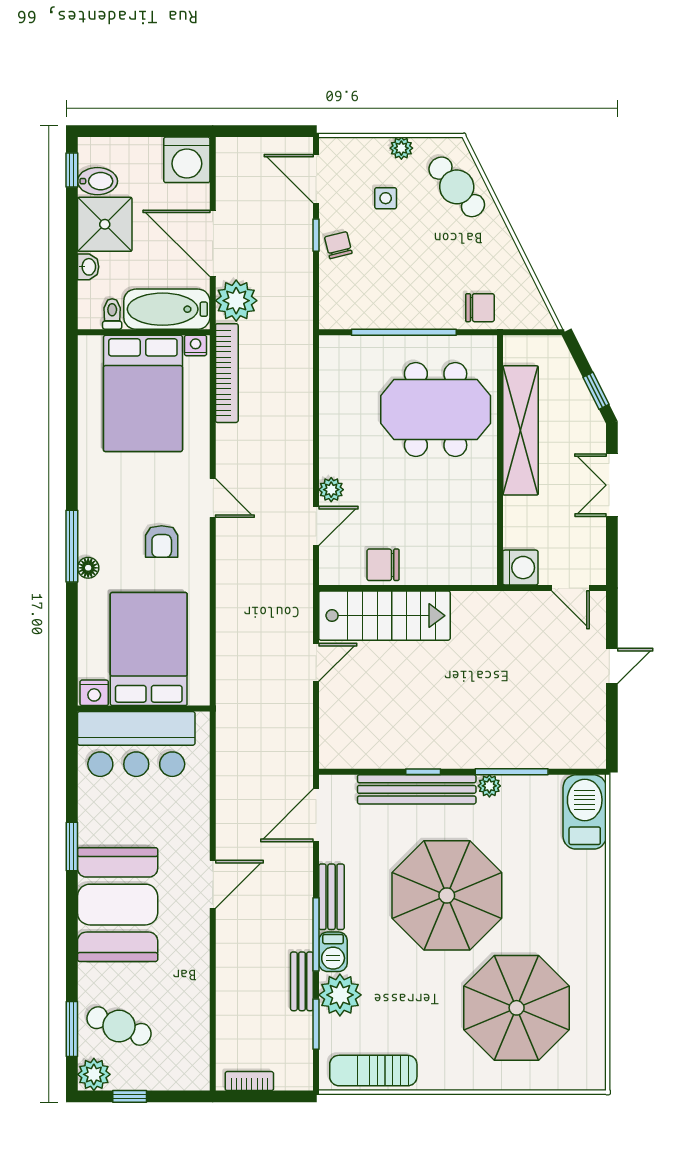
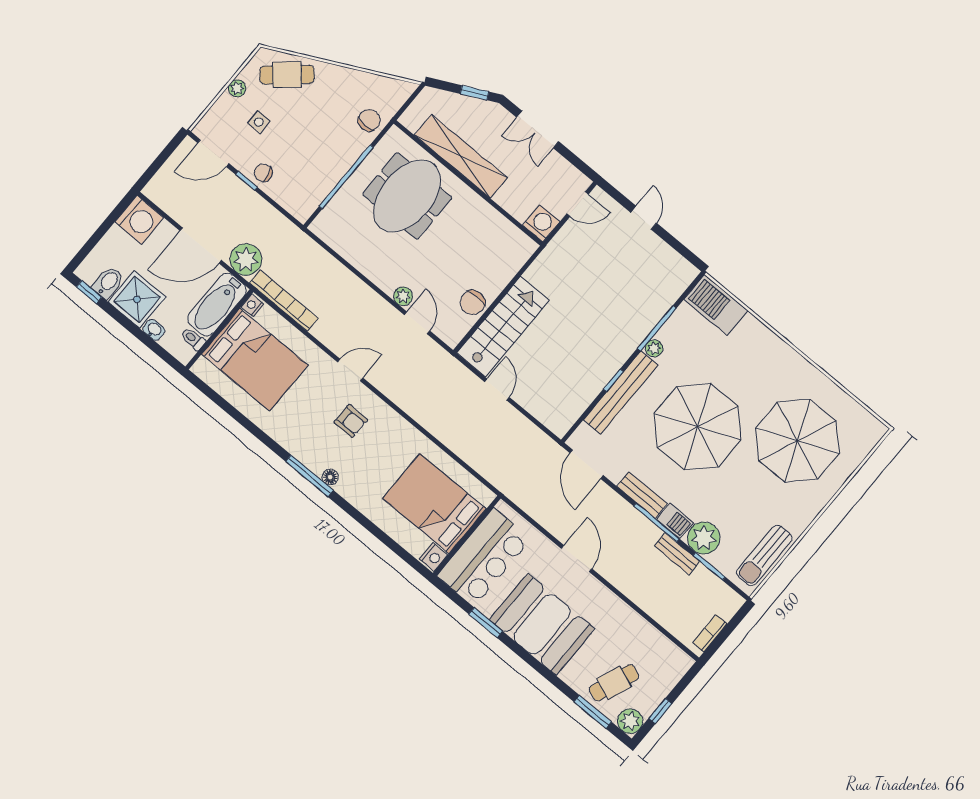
bed: (149, 649) -> (434, 504), moved
nightstand: (94, 693) -> (433, 557), moved
wall: (144, 709) -> (467, 536), moved
bar counter: (136, 744) -> (484, 557), moved

